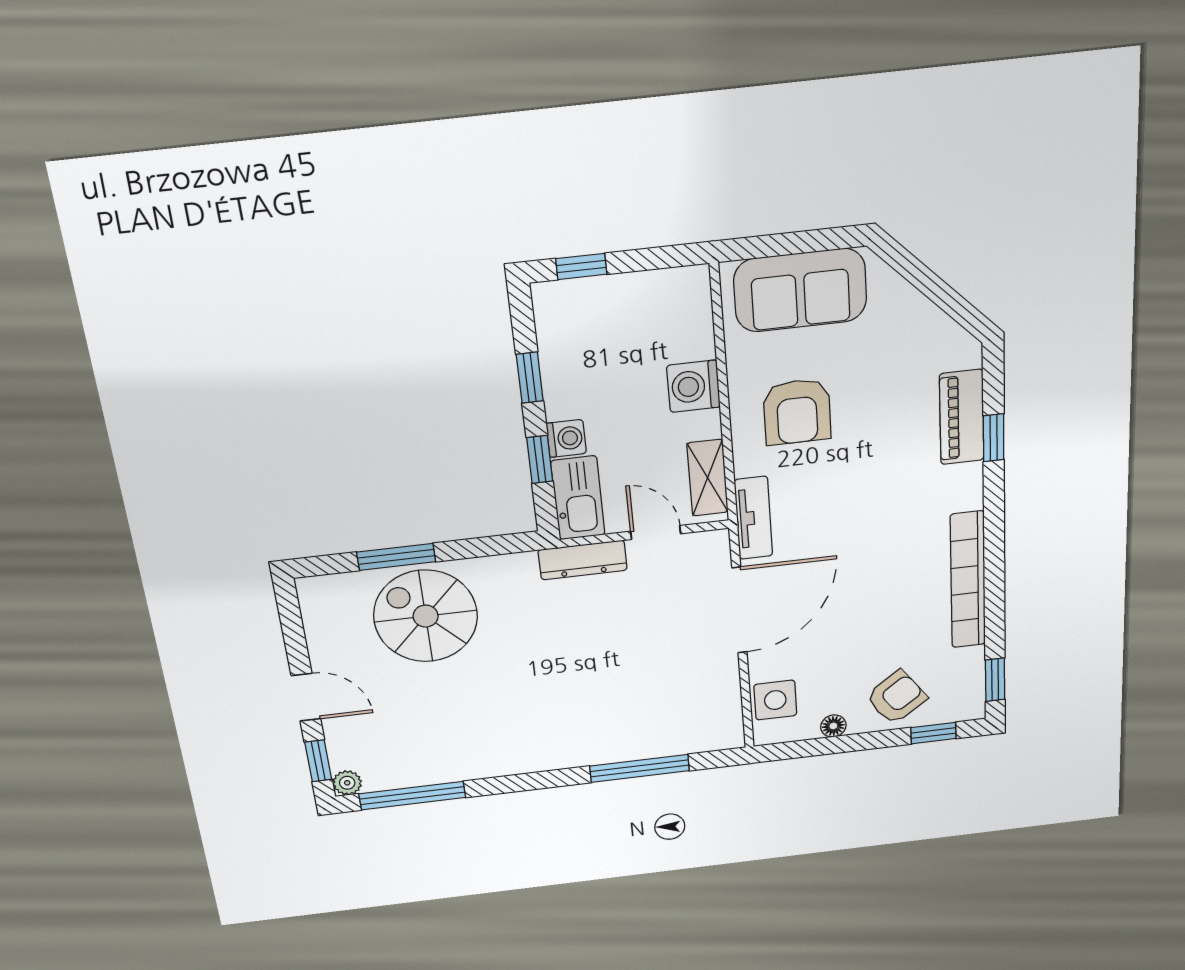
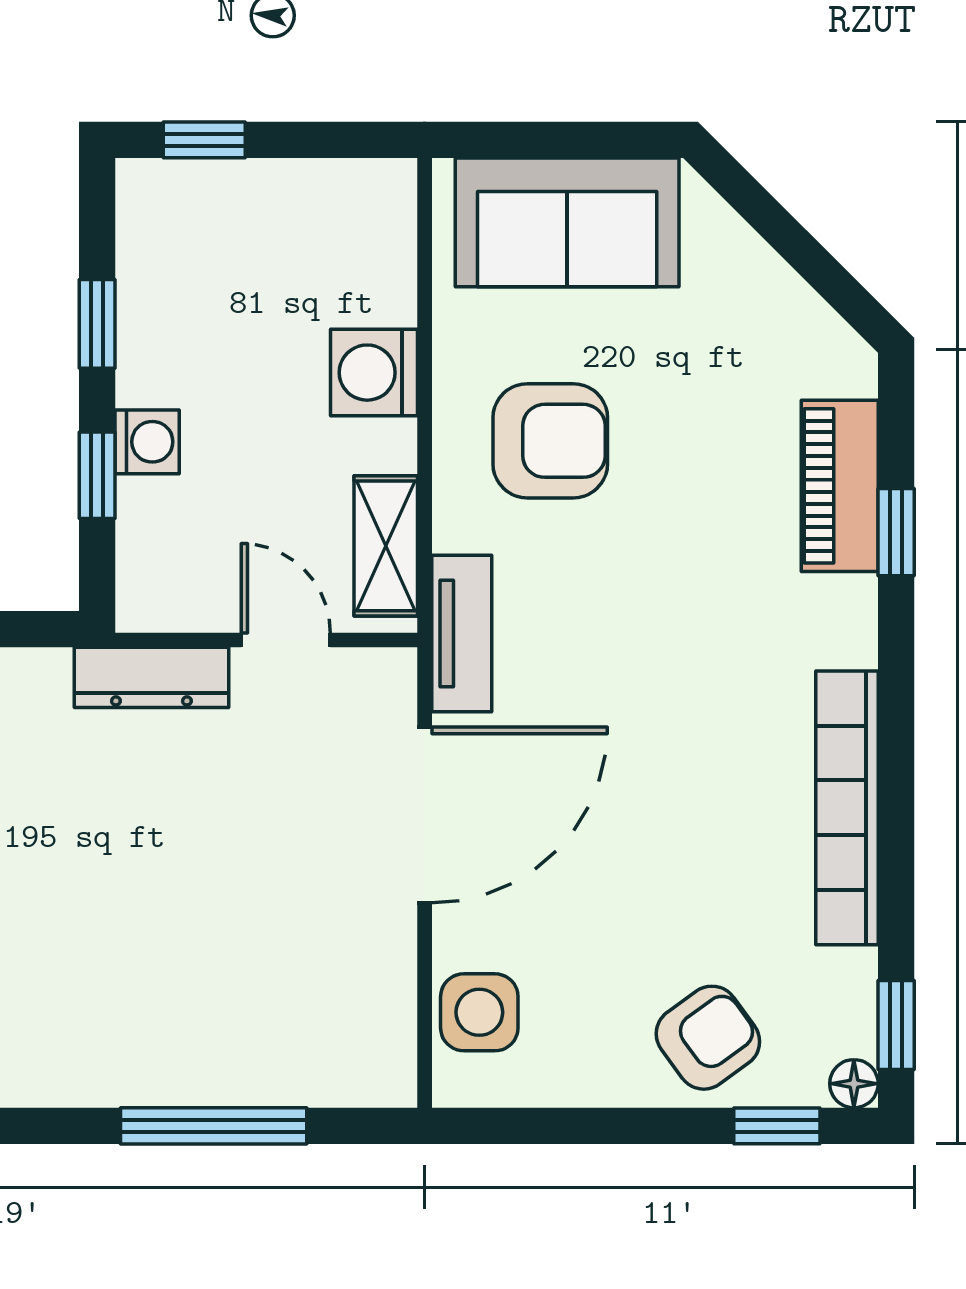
armchair: (797, 412) -> (550, 441), turned -90
kitchen sink: (578, 498) -> (156, 556), removed
floor lamp: (833, 726) -> (854, 1084), moved

